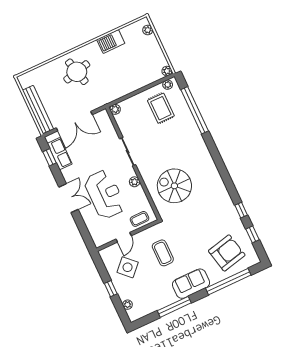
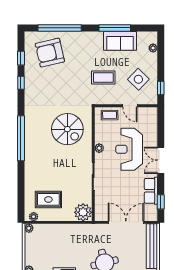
rug: (161, 108) -> (48, 199), turned 90
plant: (115, 109) -> (83, 212), width x1.88, depth x1.88
window: (195, 110) -> (21, 138), moved
row of seats: (60, 154) -> (151, 191), moved
door: (124, 237) -> (130, 106), swing flipped
coffee table: (163, 253) -> (103, 78), turned 90
sofa: (191, 284) -> (120, 41), moved
window: (111, 289) -> (161, 88), moved

